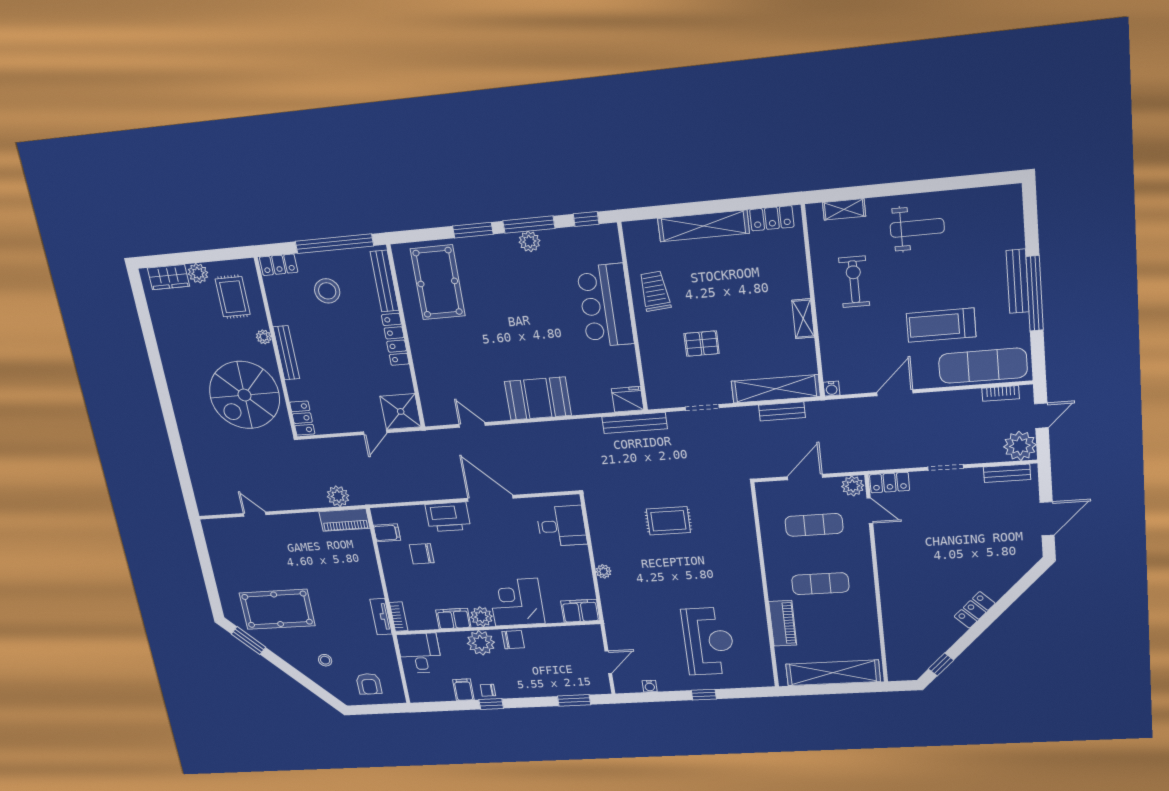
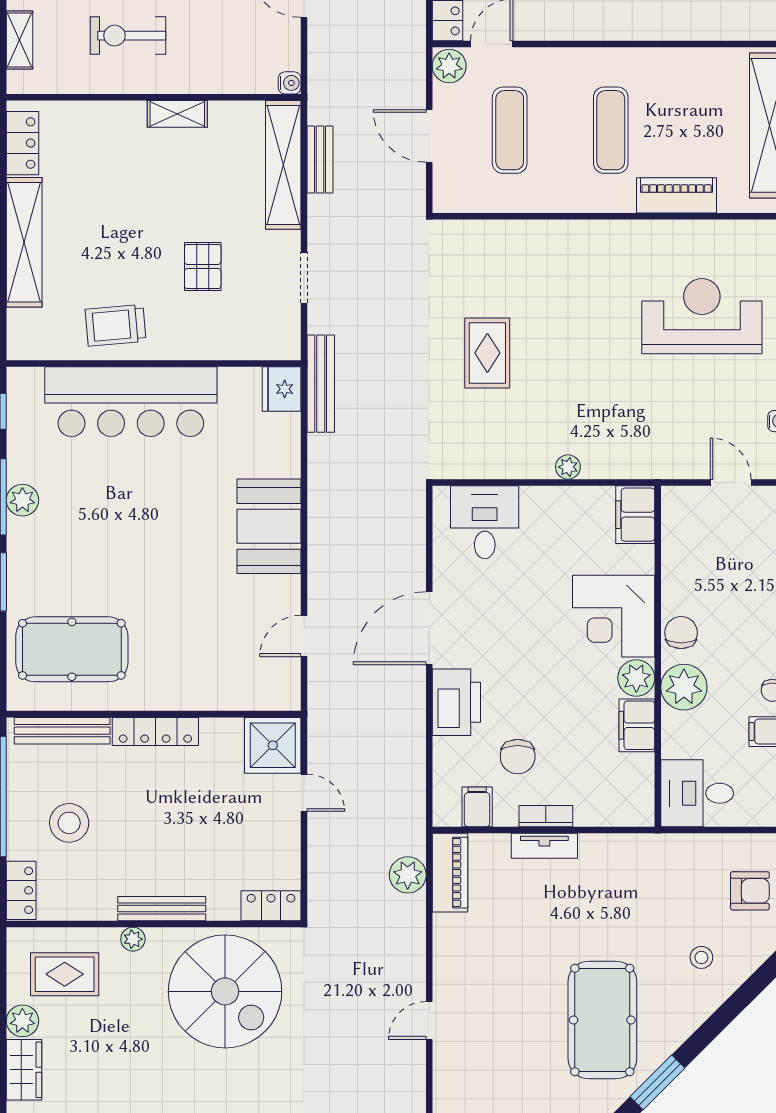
bar counter: (605, 306) -> (131, 402), width x1.36
tv unit: (381, 617) -> (544, 846), moved
bookcase: (399, 617) -> (546, 816), moved

